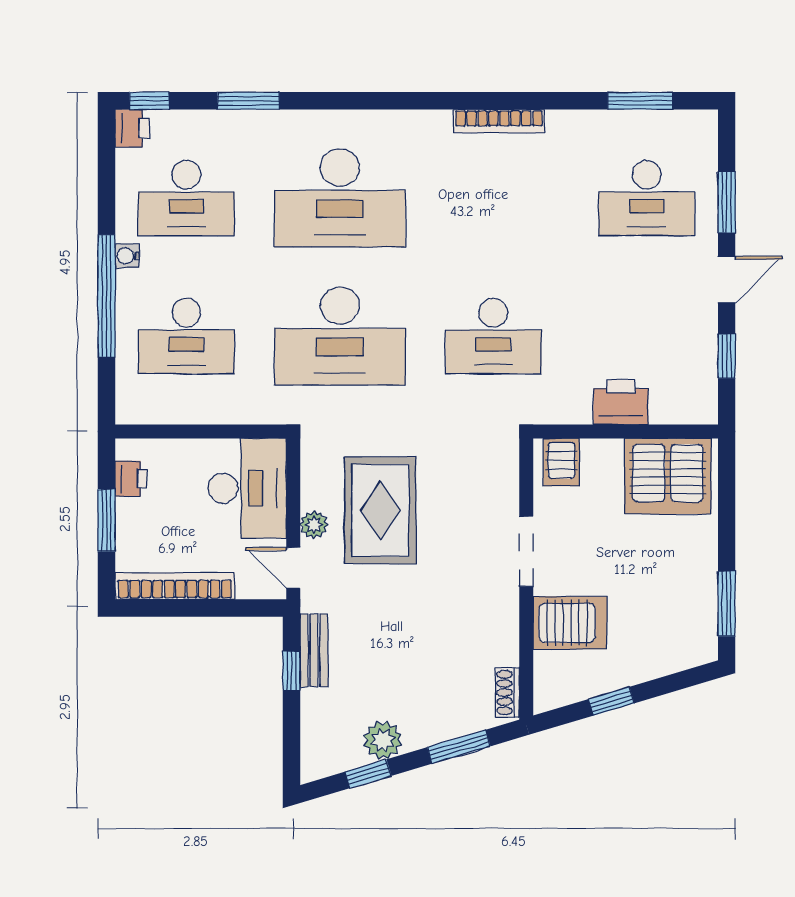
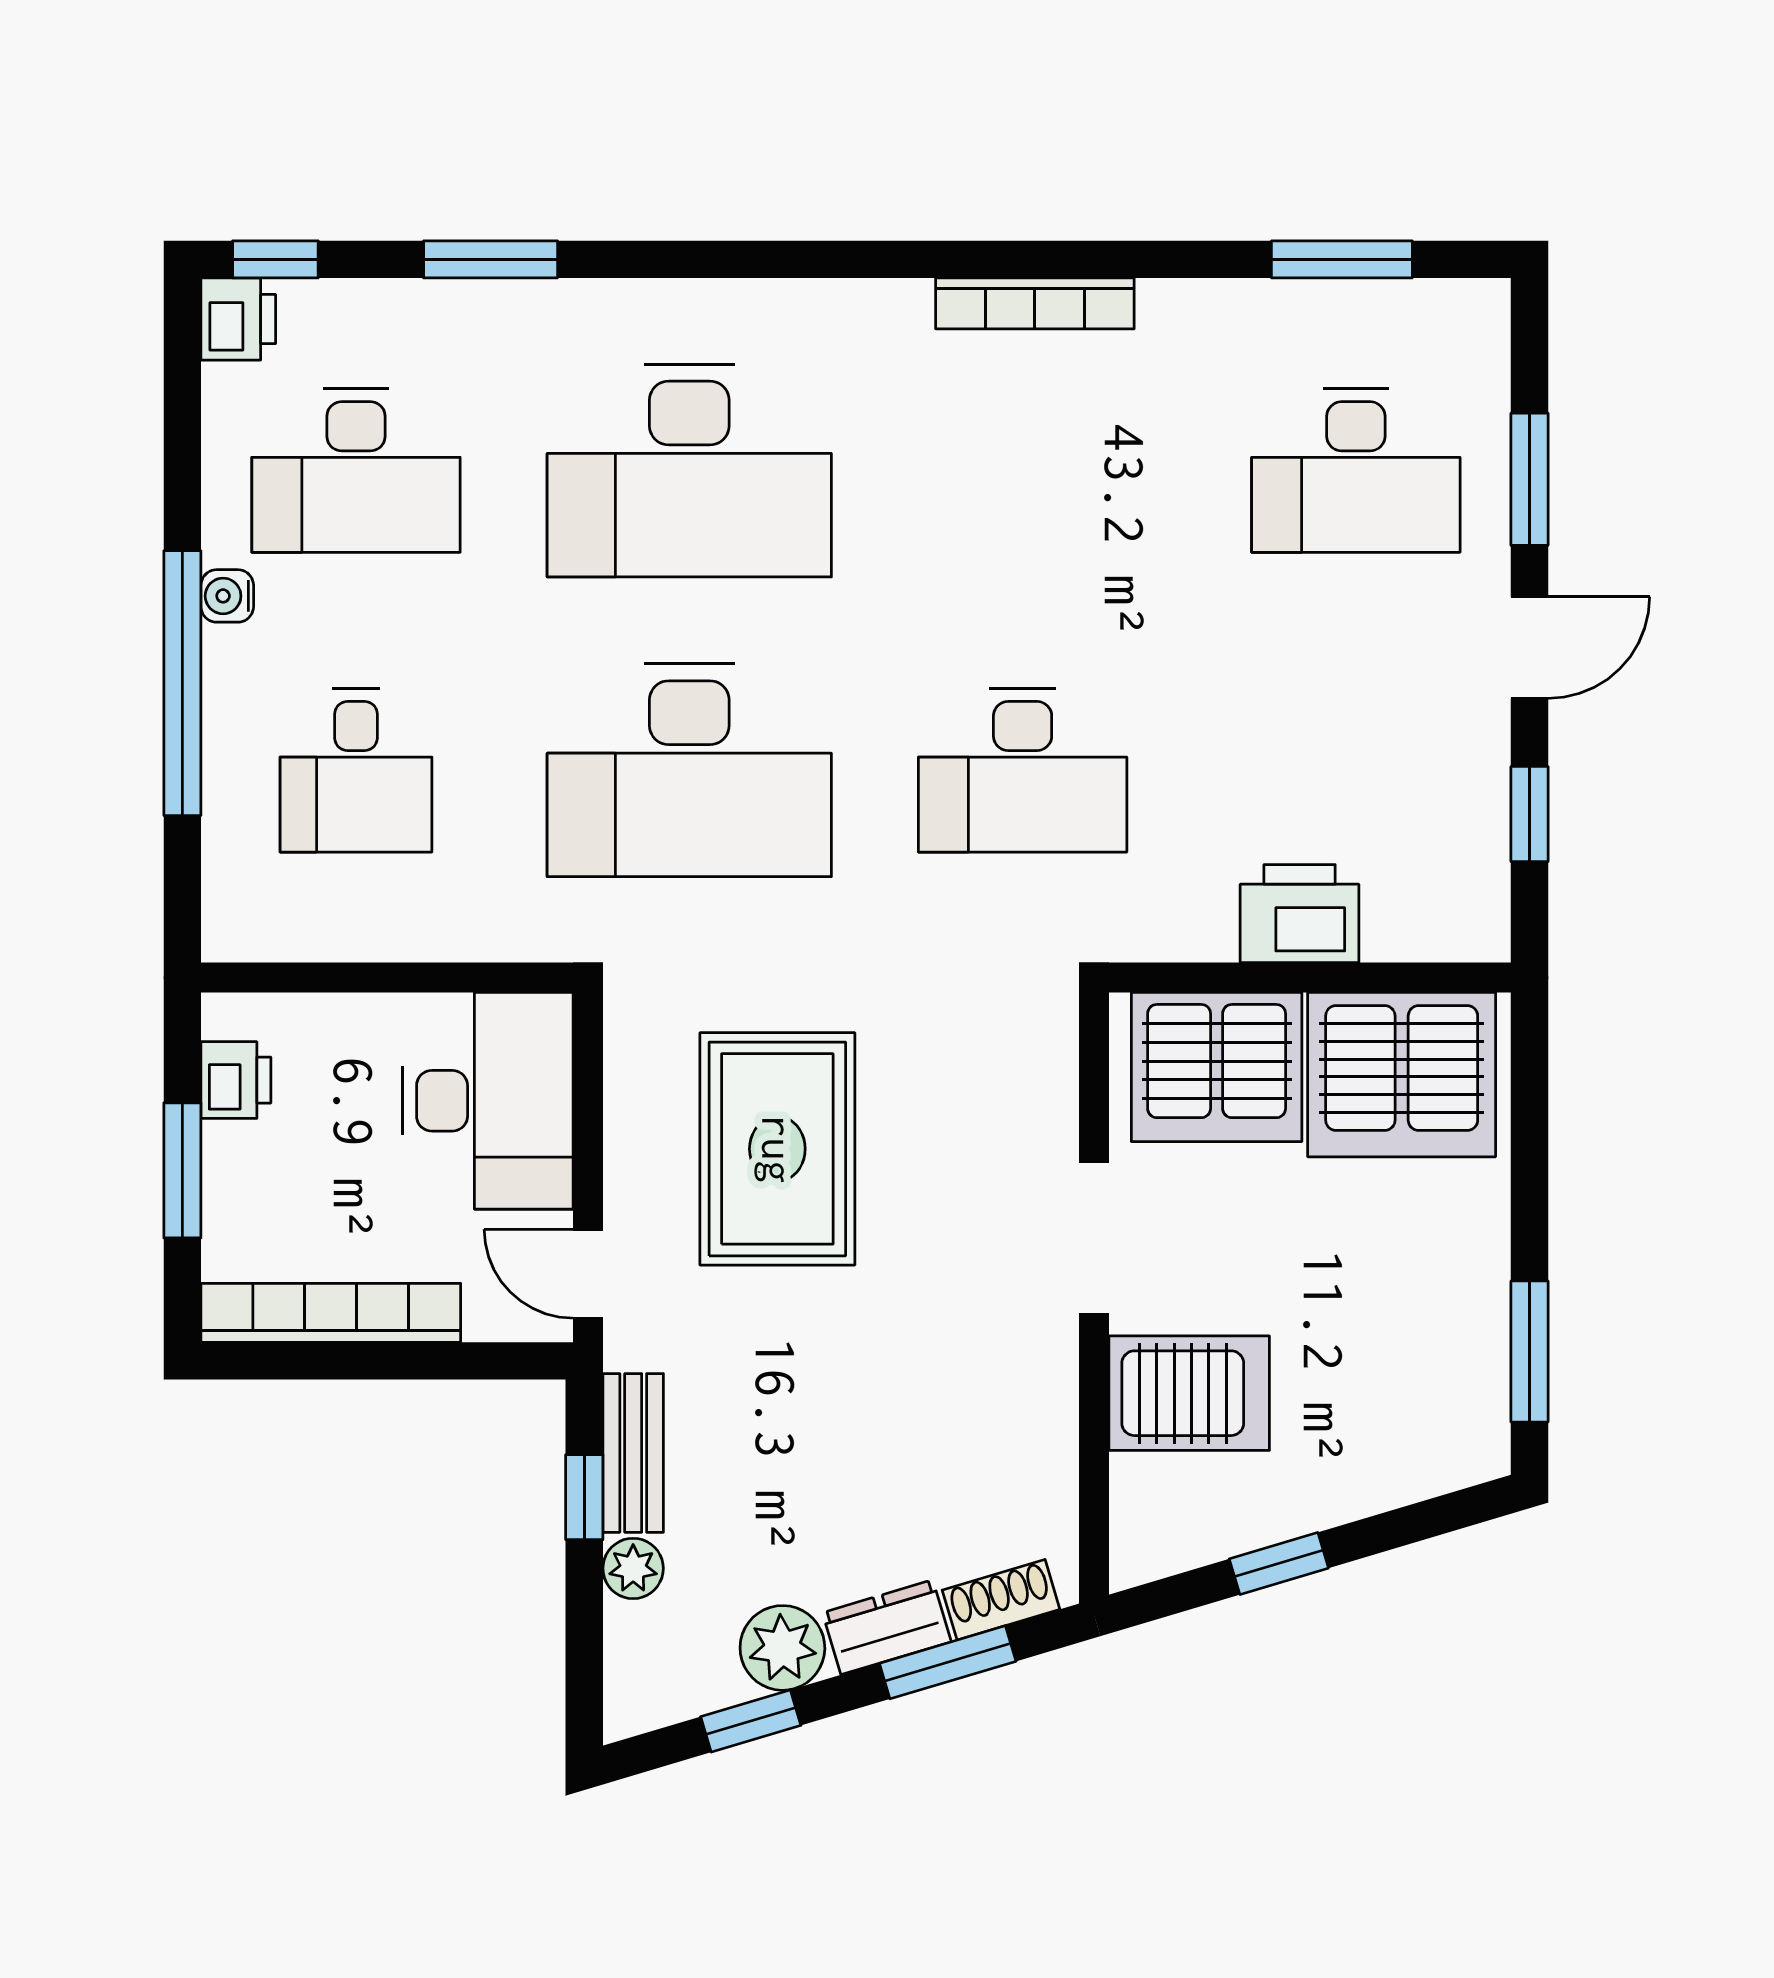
desk: (186, 336) -> (356, 770), width x0.73
server rack: (561, 462) -> (1217, 1067), width x2.18, depth x1.44
plant: (314, 525) -> (633, 1568), moved
shoe rack: (507, 693) -> (1001, 1600), moved, turned 73
dresser: (431, 731) -> (887, 1627), added

